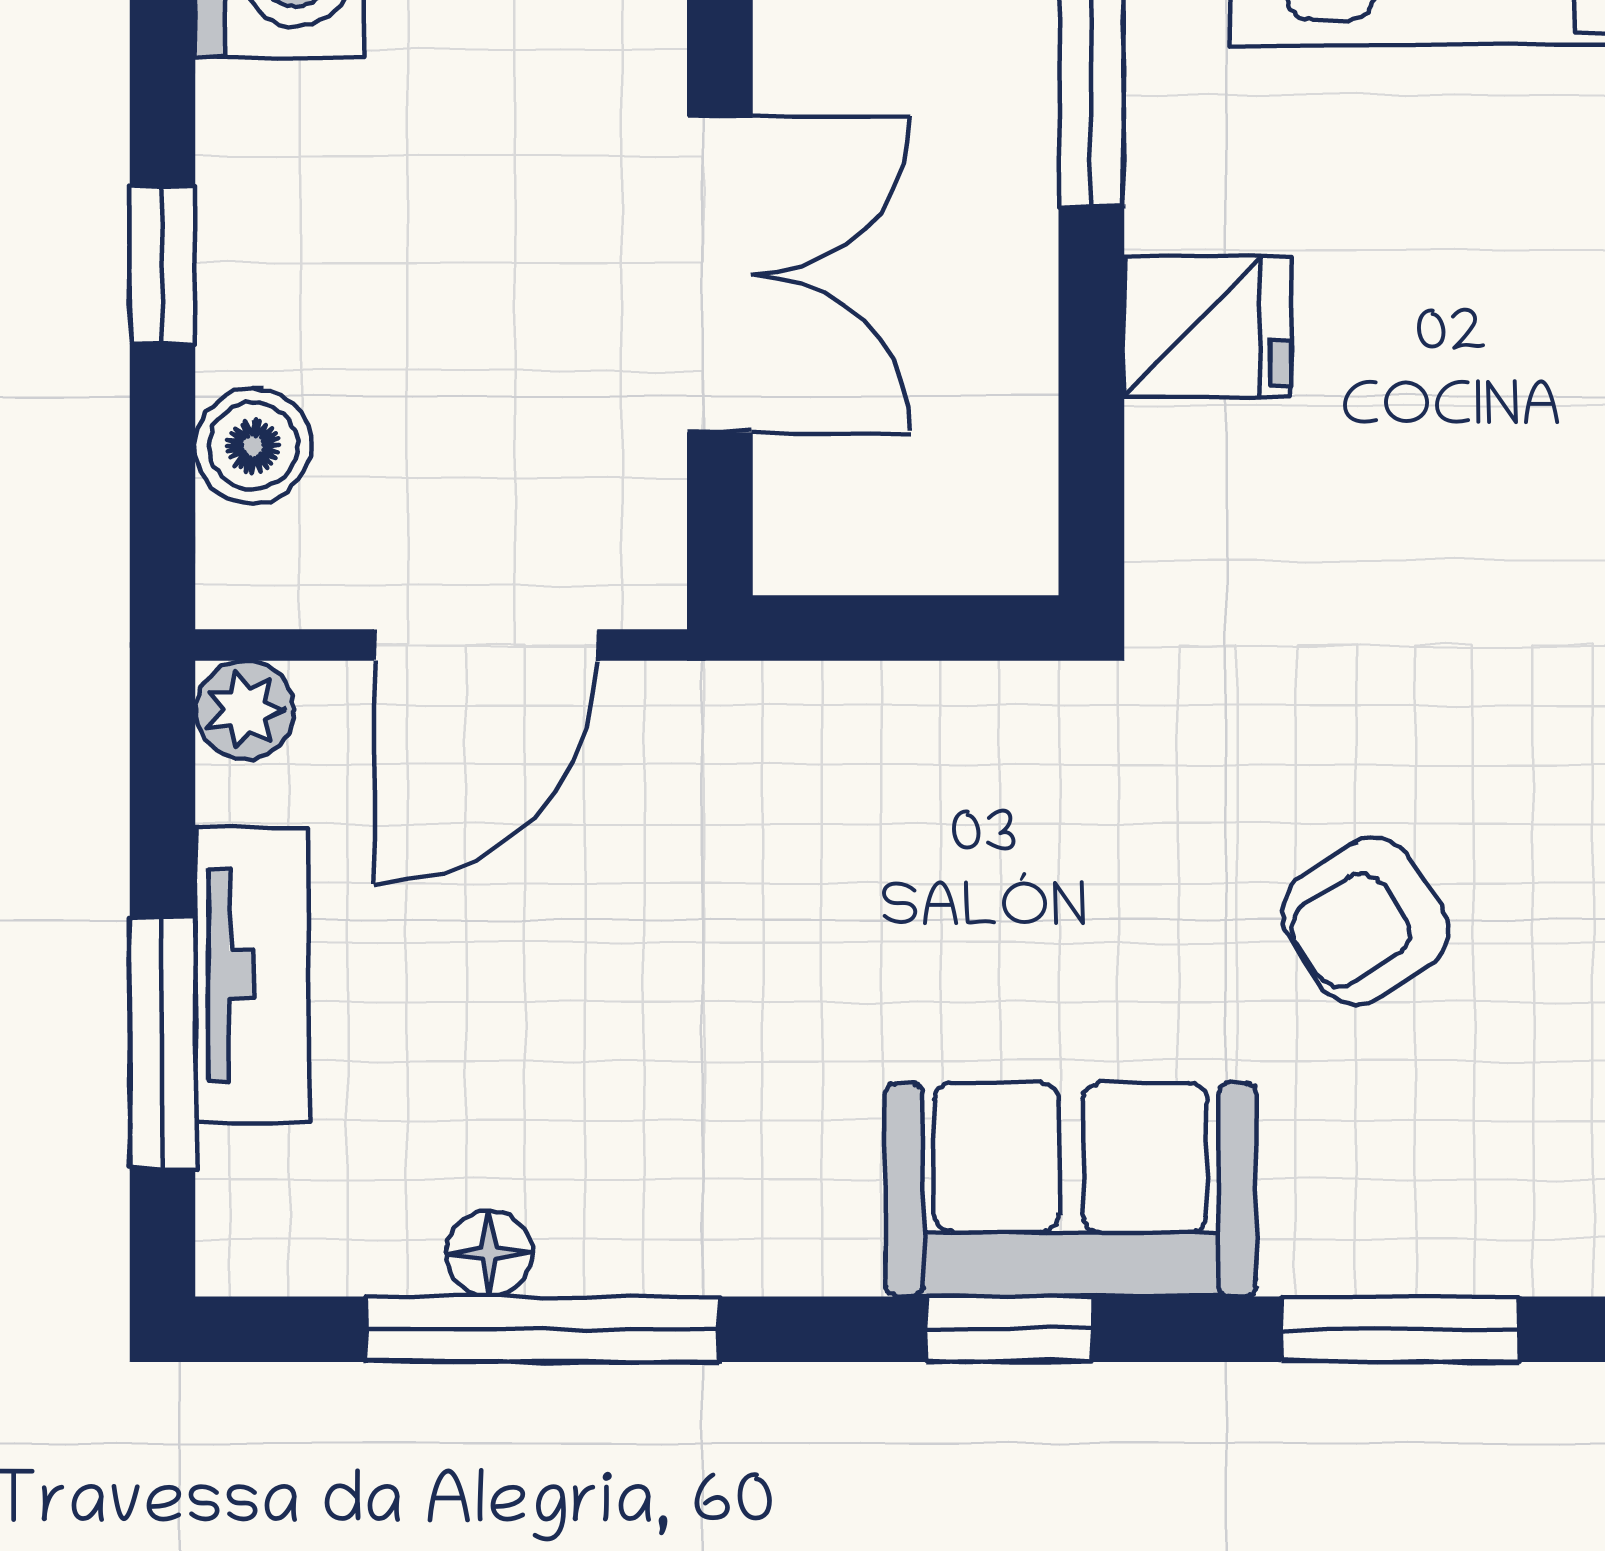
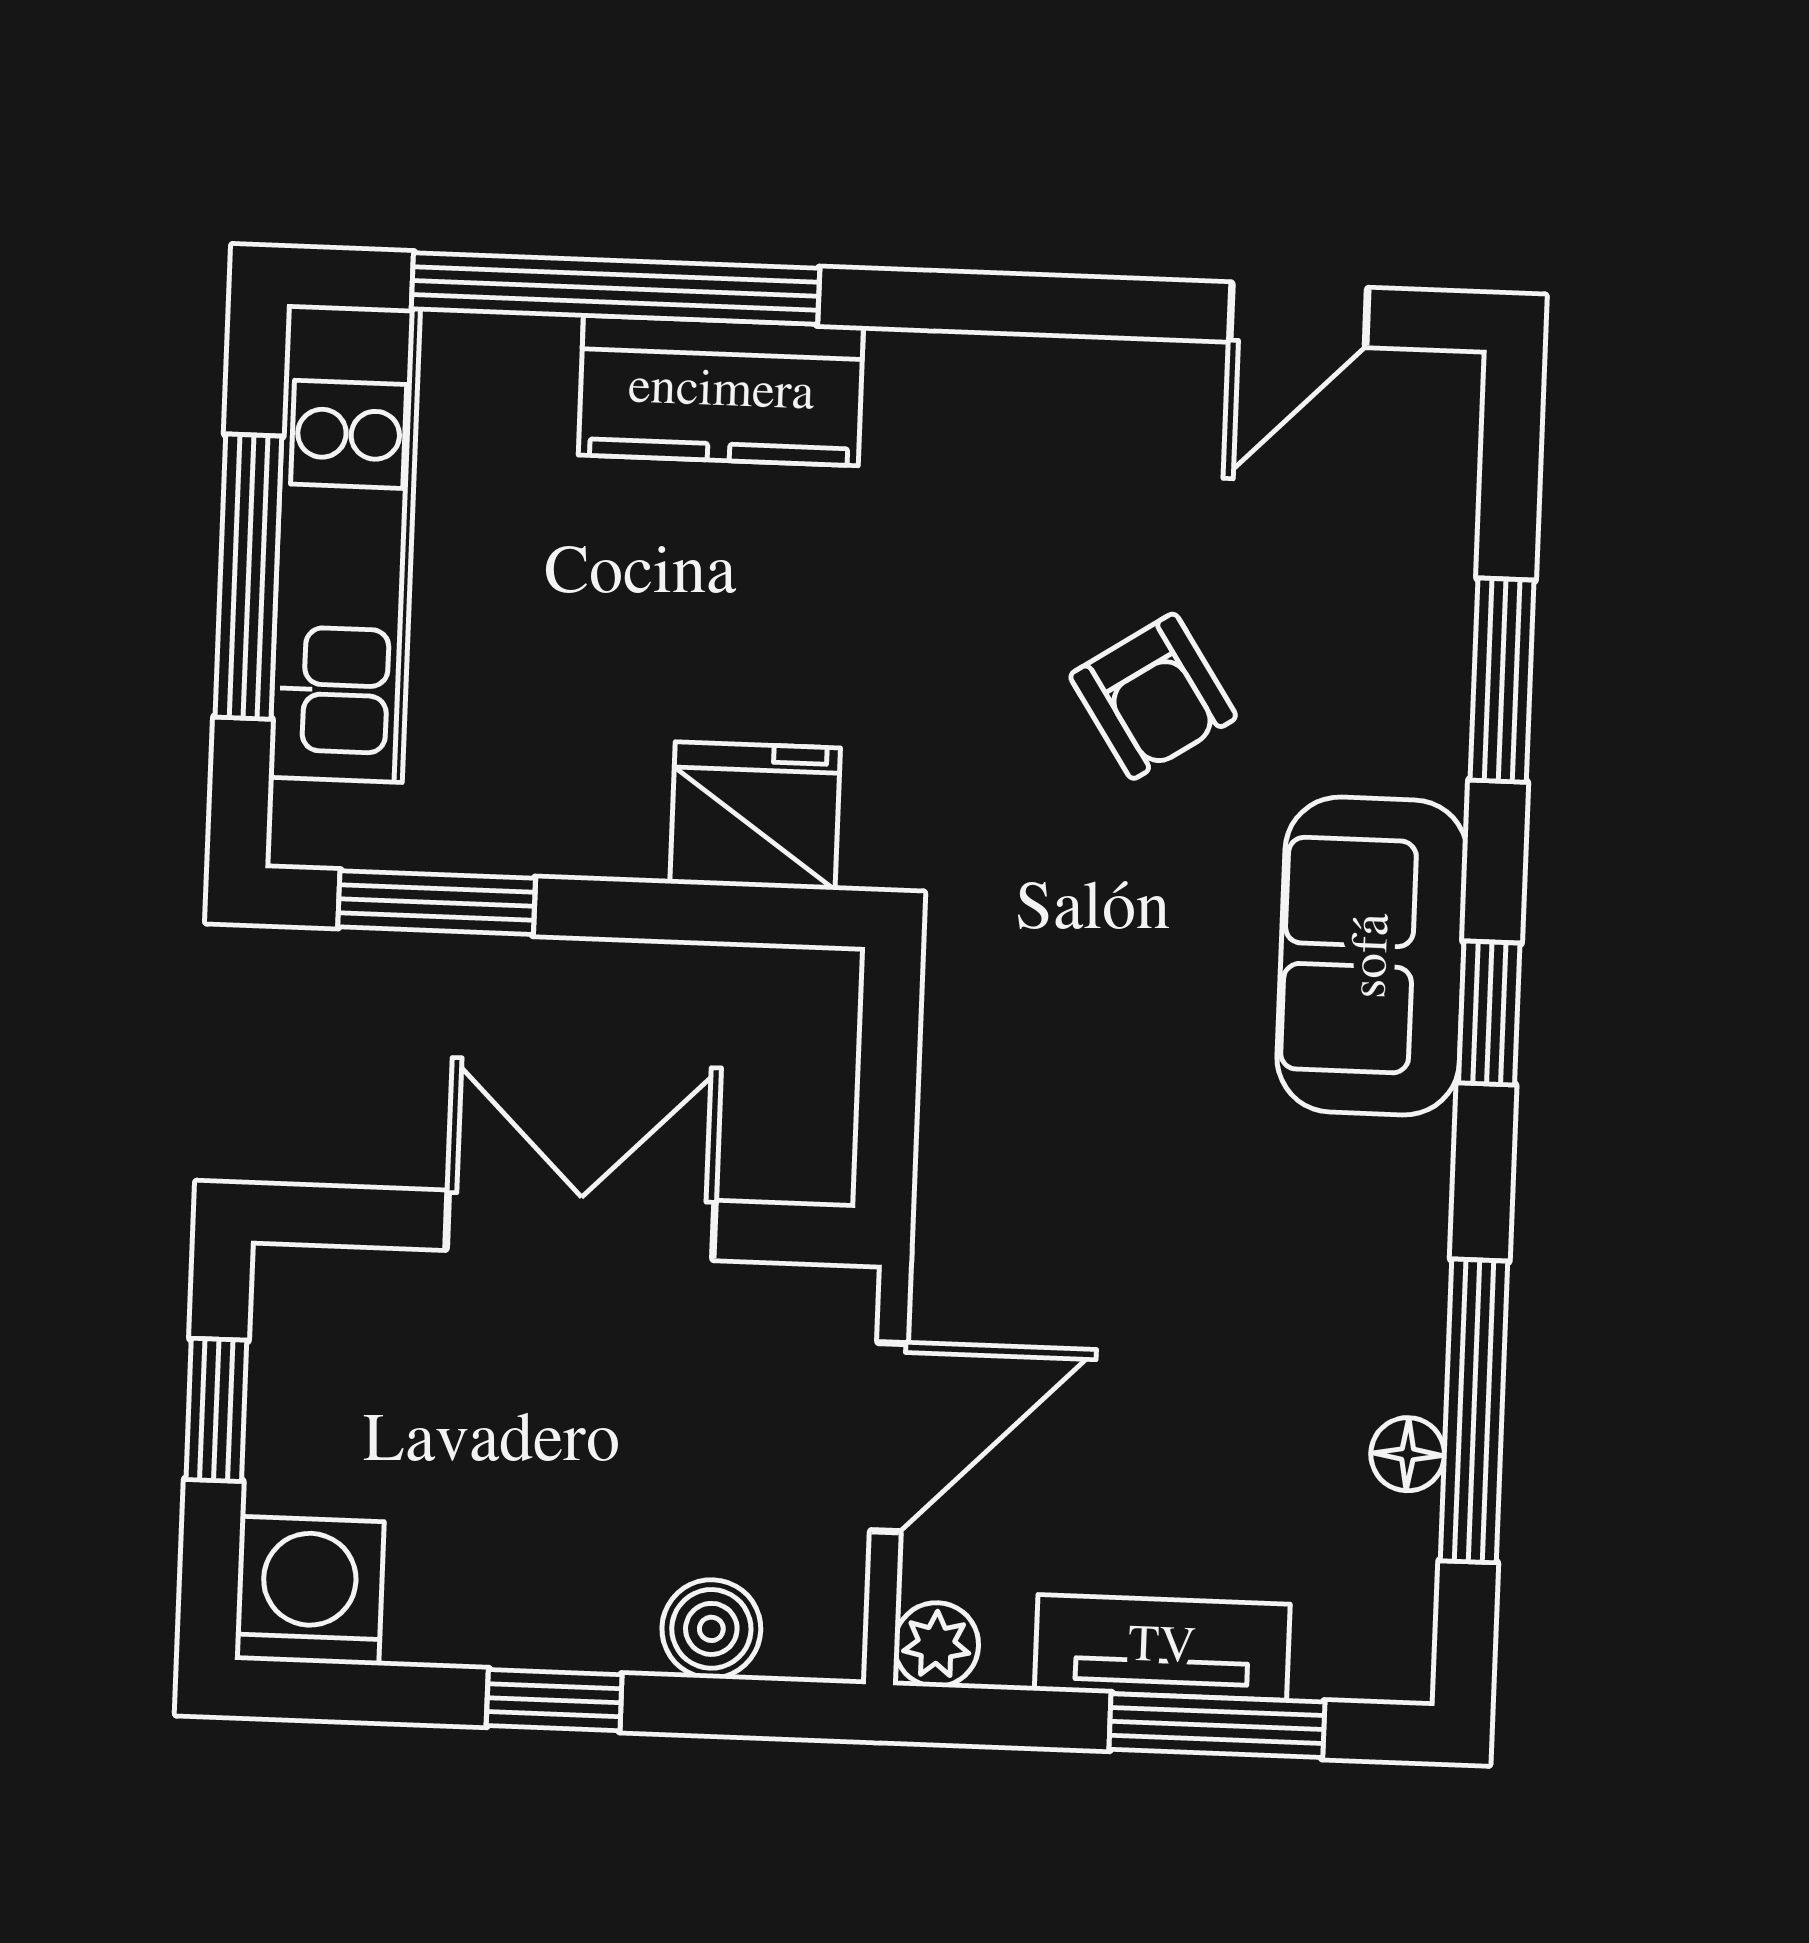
fridge: (1207, 327) -> (755, 816), moved, width x1.38
door: (486, 645) -> (889, 1437), hinge flipped

